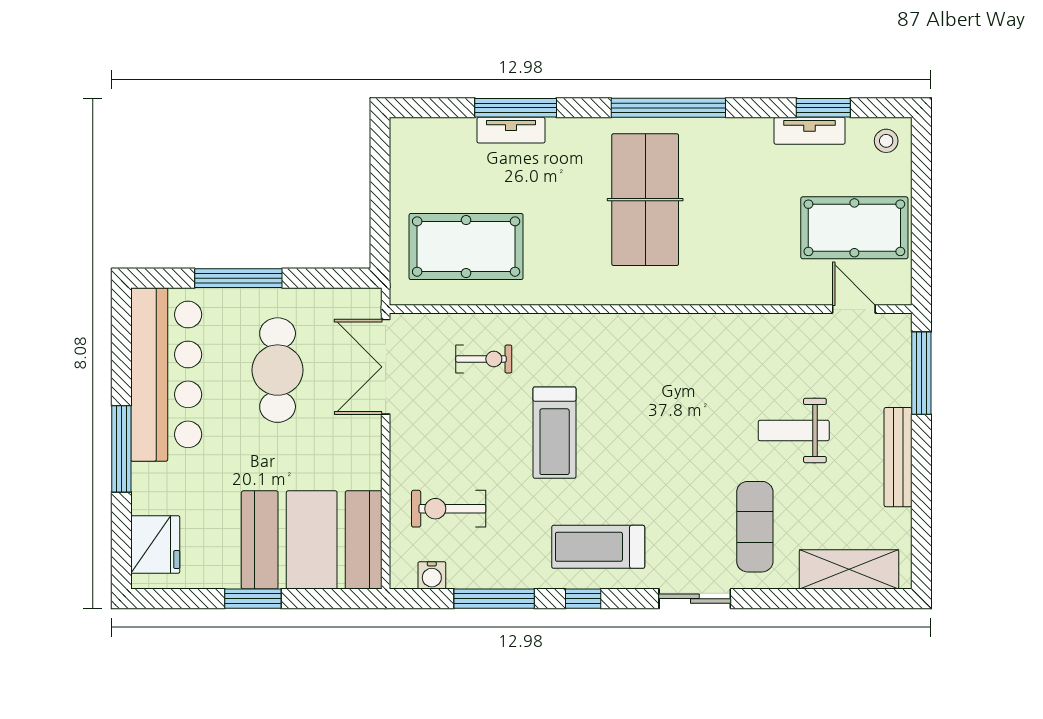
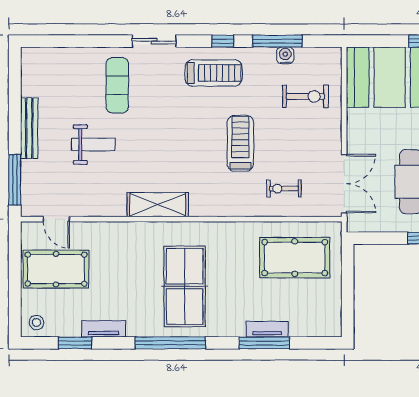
tv unit: (810, 131) -> (104, 329), moved
shelving: (849, 569) -> (158, 205), moved
water cooler: (432, 575) -> (285, 55), moved

